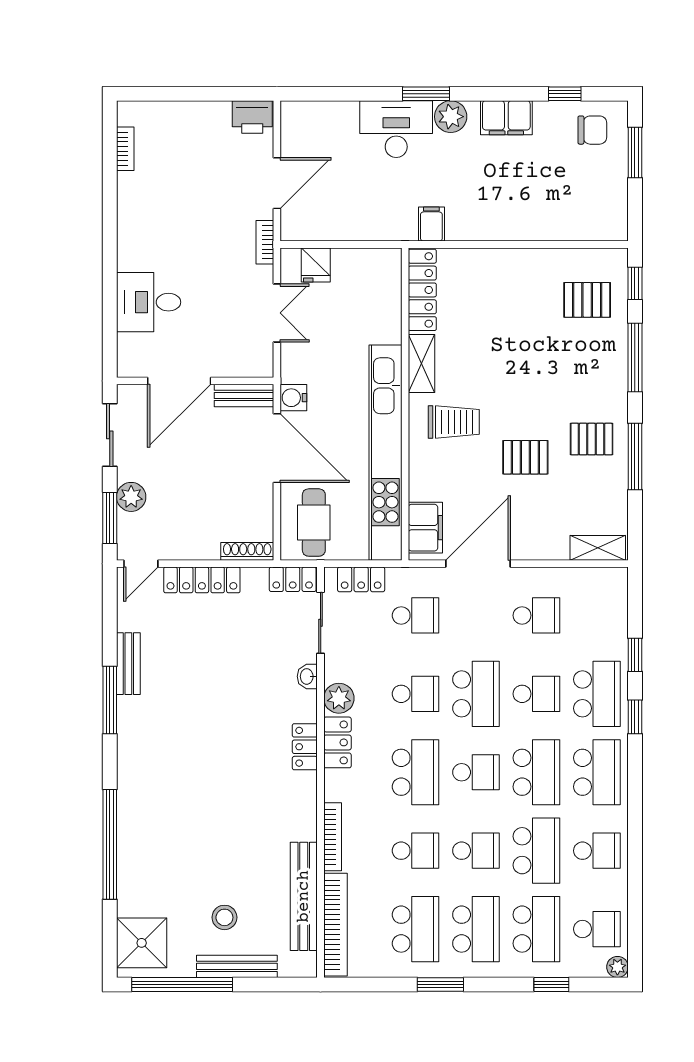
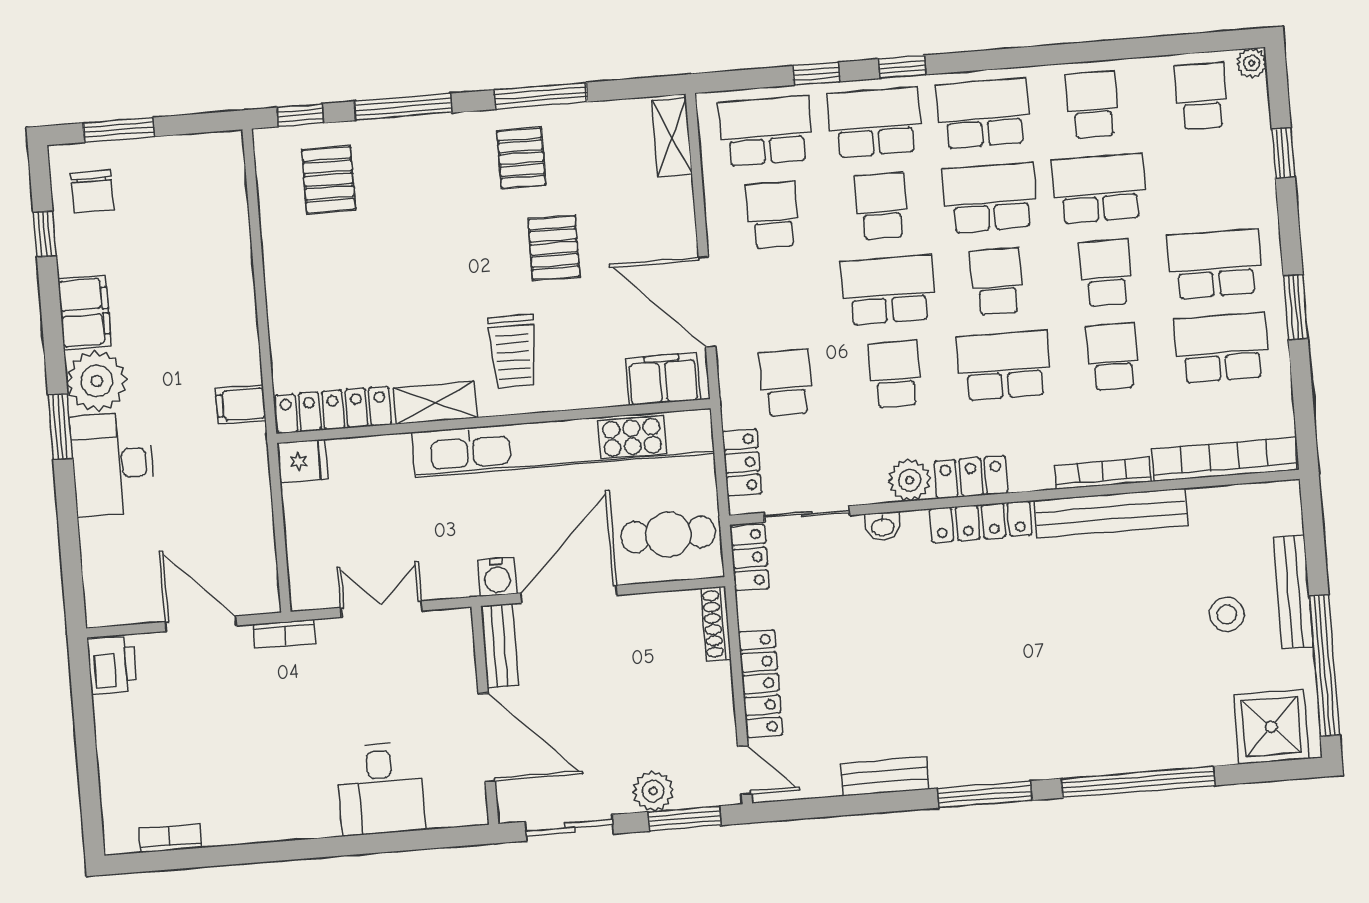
plant: (451, 117) -> (97, 381), width x1.36, depth x1.36
chair: (592, 130) -> (92, 192), turned 180
fridge: (316, 265) -> (302, 461), moved
trolley: (454, 422) -> (513, 351), turned 180
window: (110, 700) -> (985, 794), moved
locker: (305, 747) -> (981, 522), width x1.53
bench: (304, 896) -> (1111, 513), moved
school desk: (536, 929) -> (766, 131), moved

